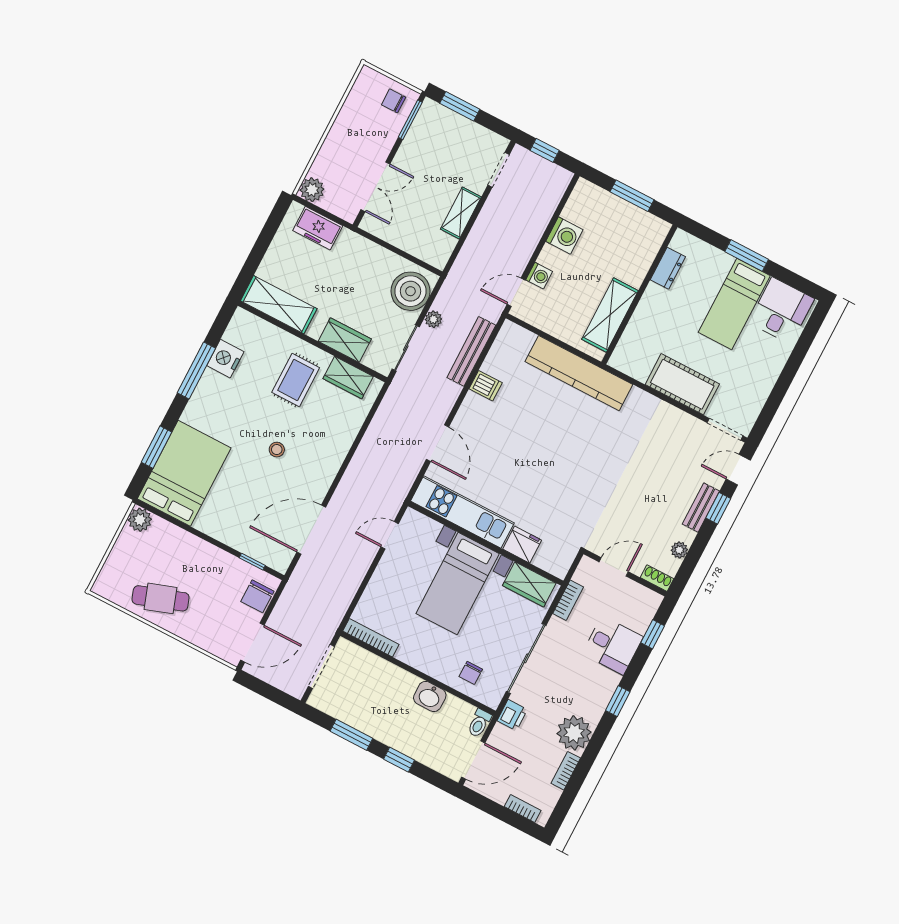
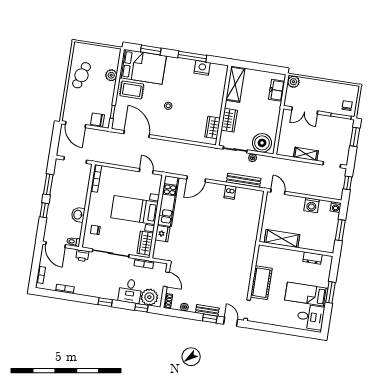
washing machine: (539, 276) -> (336, 207), moved
kitchen counter: (579, 373) -> (250, 233), removed
rug: (296, 380) -> (132, 90), moved
plant: (140, 520) -> (111, 75), moved
cafe table: (160, 598) -> (82, 75), turned 37
plant: (574, 733) -> (149, 297), moved

